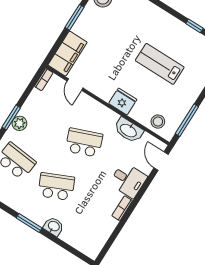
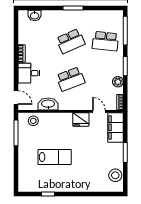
fridge: (123, 102) -> (81, 119), moved
plant: (19, 123) -> (118, 82), moved
washbasin: (54, 226) -> (35, 15), moved

